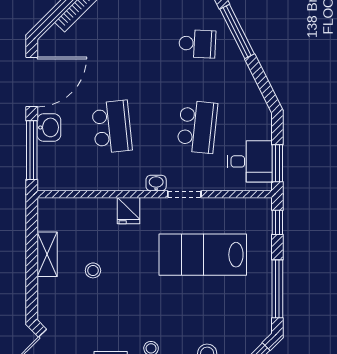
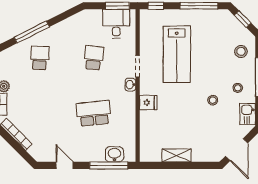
door: (32, 82) -> (65, 165), width x0.53
washbasin: (49, 127) -> (114, 154), moved
school desk: (197, 127) -> (94, 58), width x0.54
stool: (93, 270) -> (213, 100), moved

